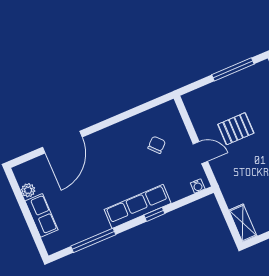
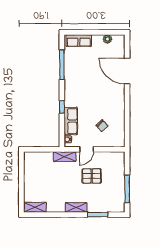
pallet: (236, 129) -> (92, 176), turned 90
row of seats: (138, 206) -> (71, 121), moved, width x0.68
row of seats: (42, 215) -> (79, 41), moved
shelving: (243, 223) -> (65, 157), moved

